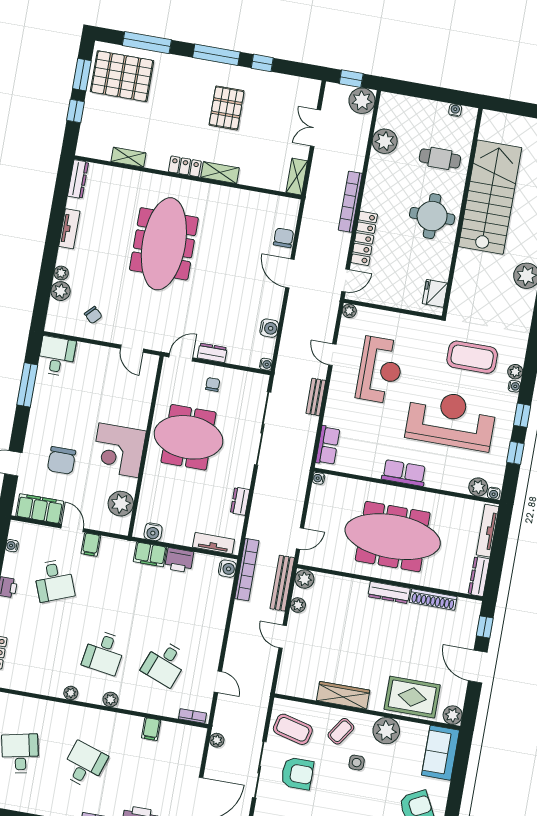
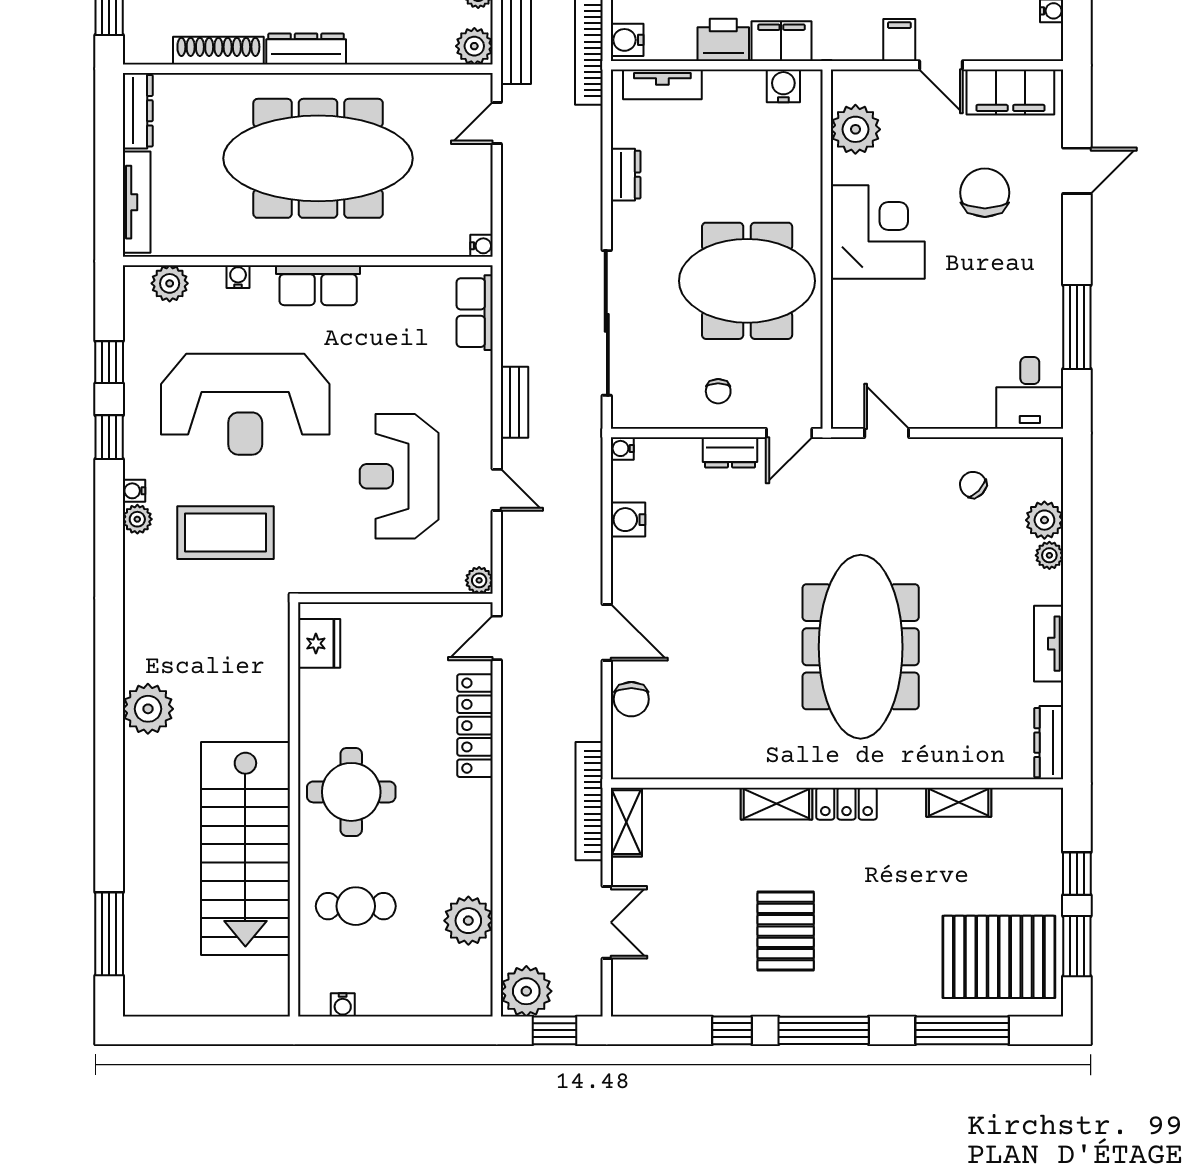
bookcase: (350, 202) -> (589, 801), moved, turned 180
water cooler: (494, 493) -> (238, 277), moved

